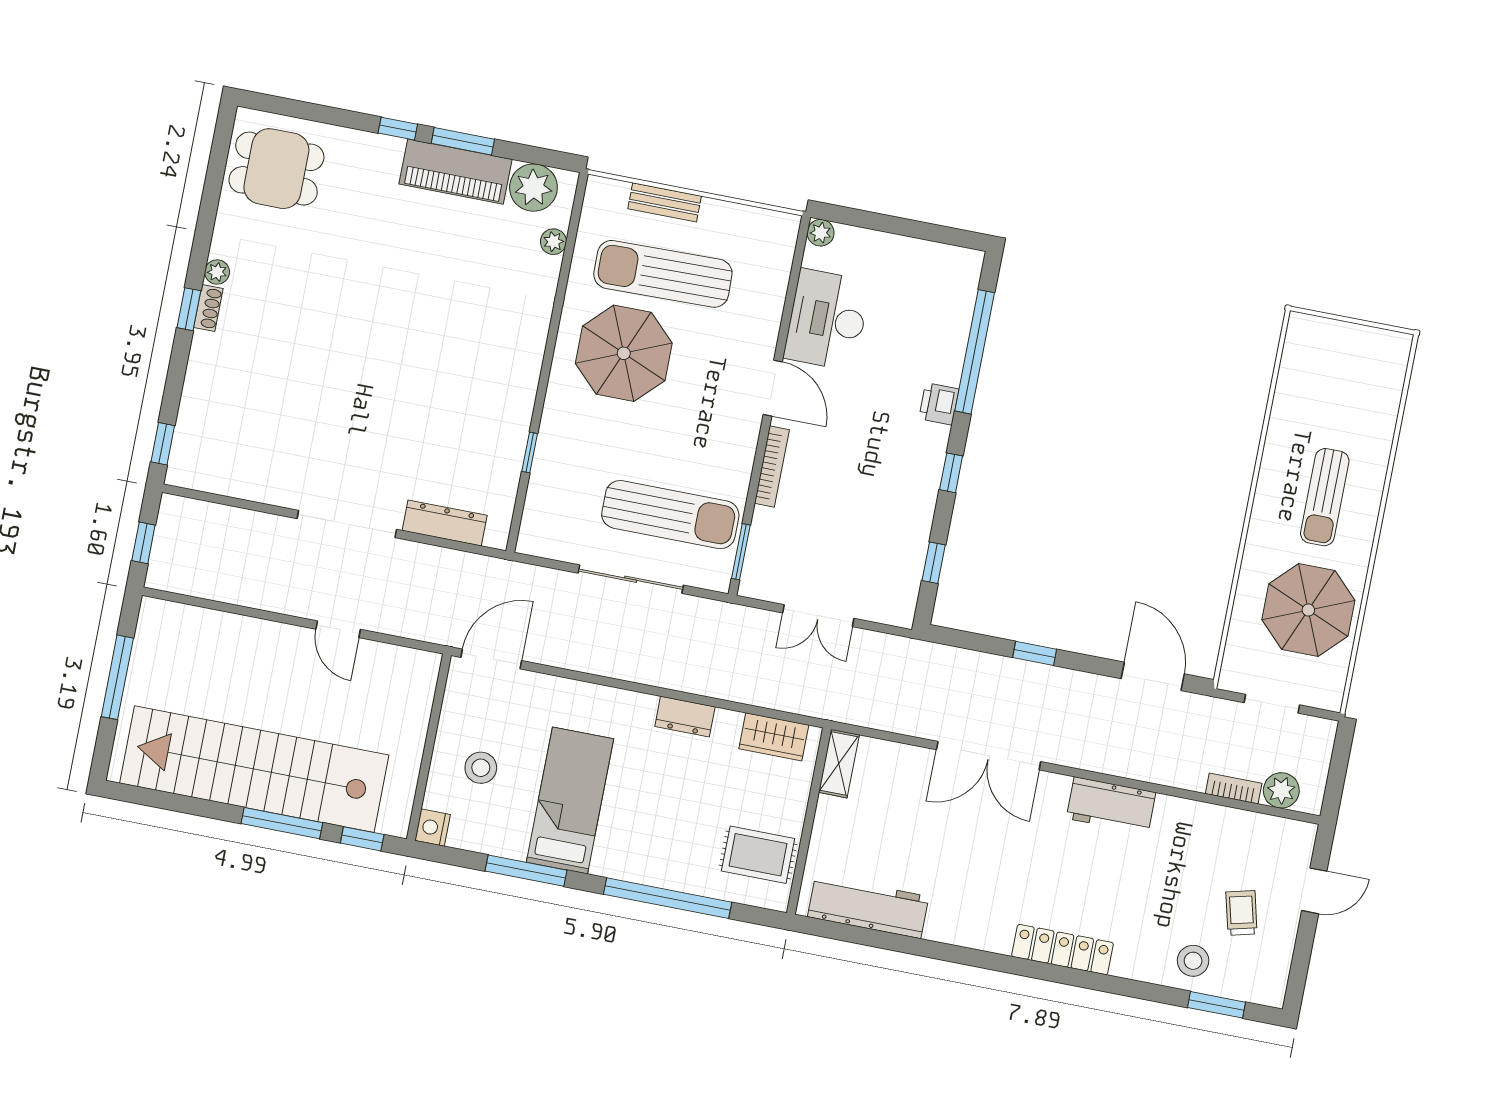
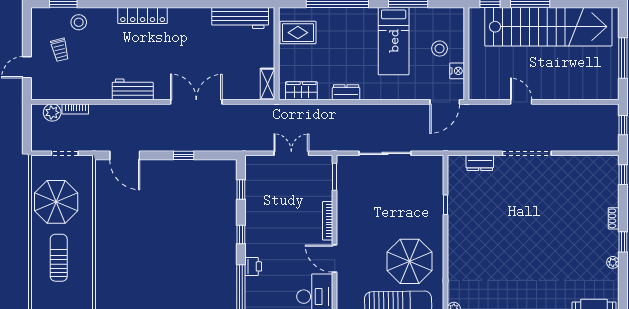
shoe rack: (208, 308) -> (614, 218), moved
sun lounger: (670, 515) -> (372, 188), removed
dresser: (445, 523) -> (480, 163), width x0.70
nightstand: (433, 828) -> (457, 71), moved

